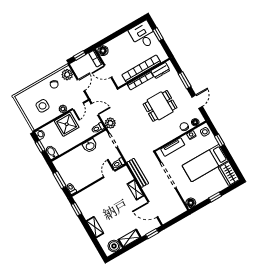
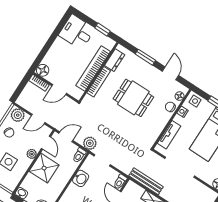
window: (158, 34) -> (102, 29), moved
window: (80, 55) -> (20, 88), removed
door: (81, 85) -> (38, 119), swing flipped
dining table: (160, 106) -> (133, 98), turned 90

